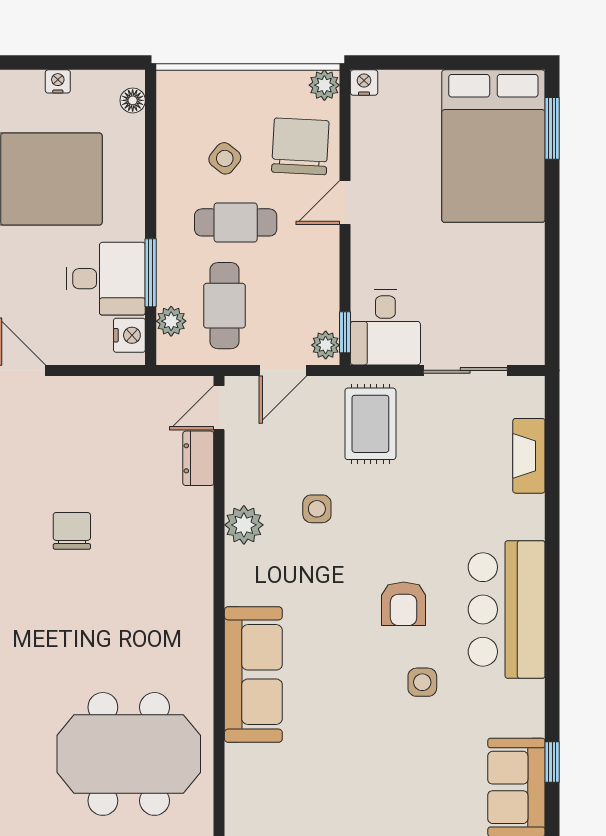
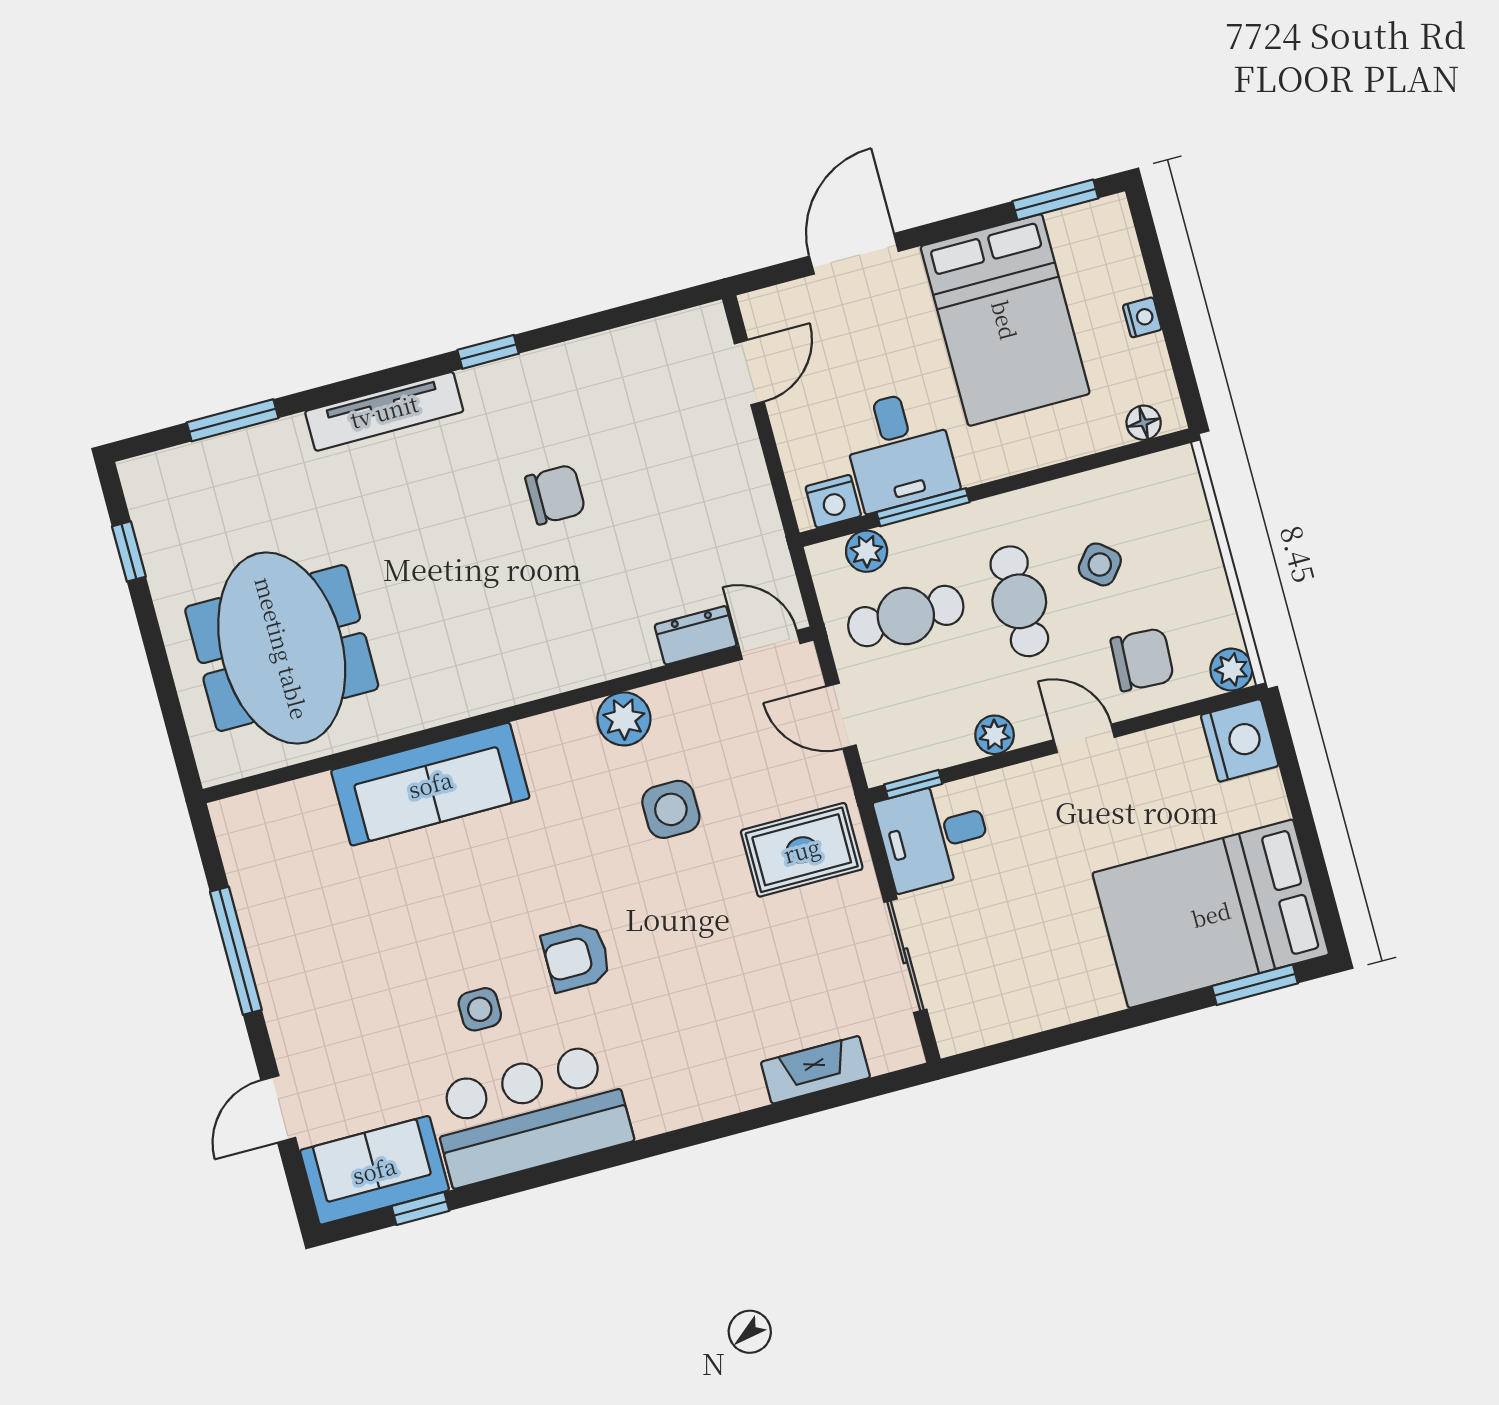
nightstand: (364, 83) -> (1240, 740), width x1.89, depth x1.79
chair: (300, 146) -> (1142, 660), width x0.73, depth x0.73
plant: (326, 345) -> (995, 735), moved
side table: (317, 509) -> (671, 809), width x1.37, depth x1.37
bar counter: (507, 609) -> (531, 1115), moved

